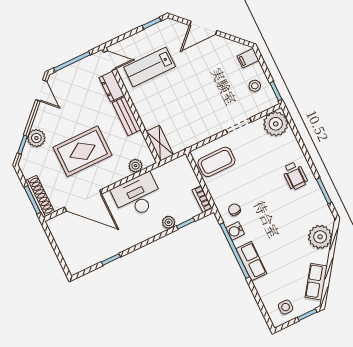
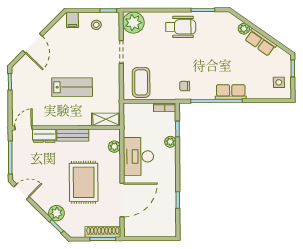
lab bench: (150, 67) -> (72, 87), moved, turned -90
wheelchair: (295, 176) -> (181, 27), width x1.36, depth x1.37
water cooler: (235, 231) -> (201, 93), removed
plant: (320, 237) -> (244, 29), width x0.53, depth x0.53
row of seats: (316, 282) -> (261, 42), moved

